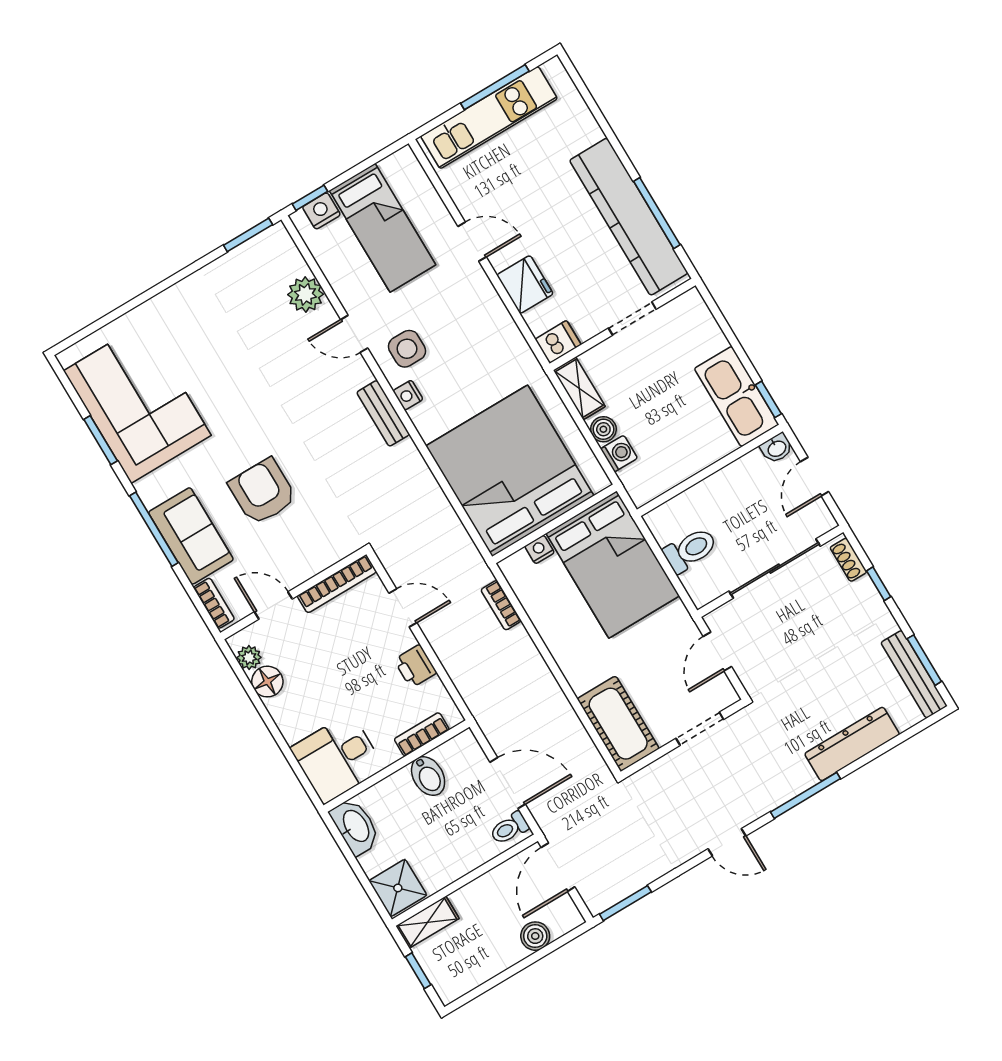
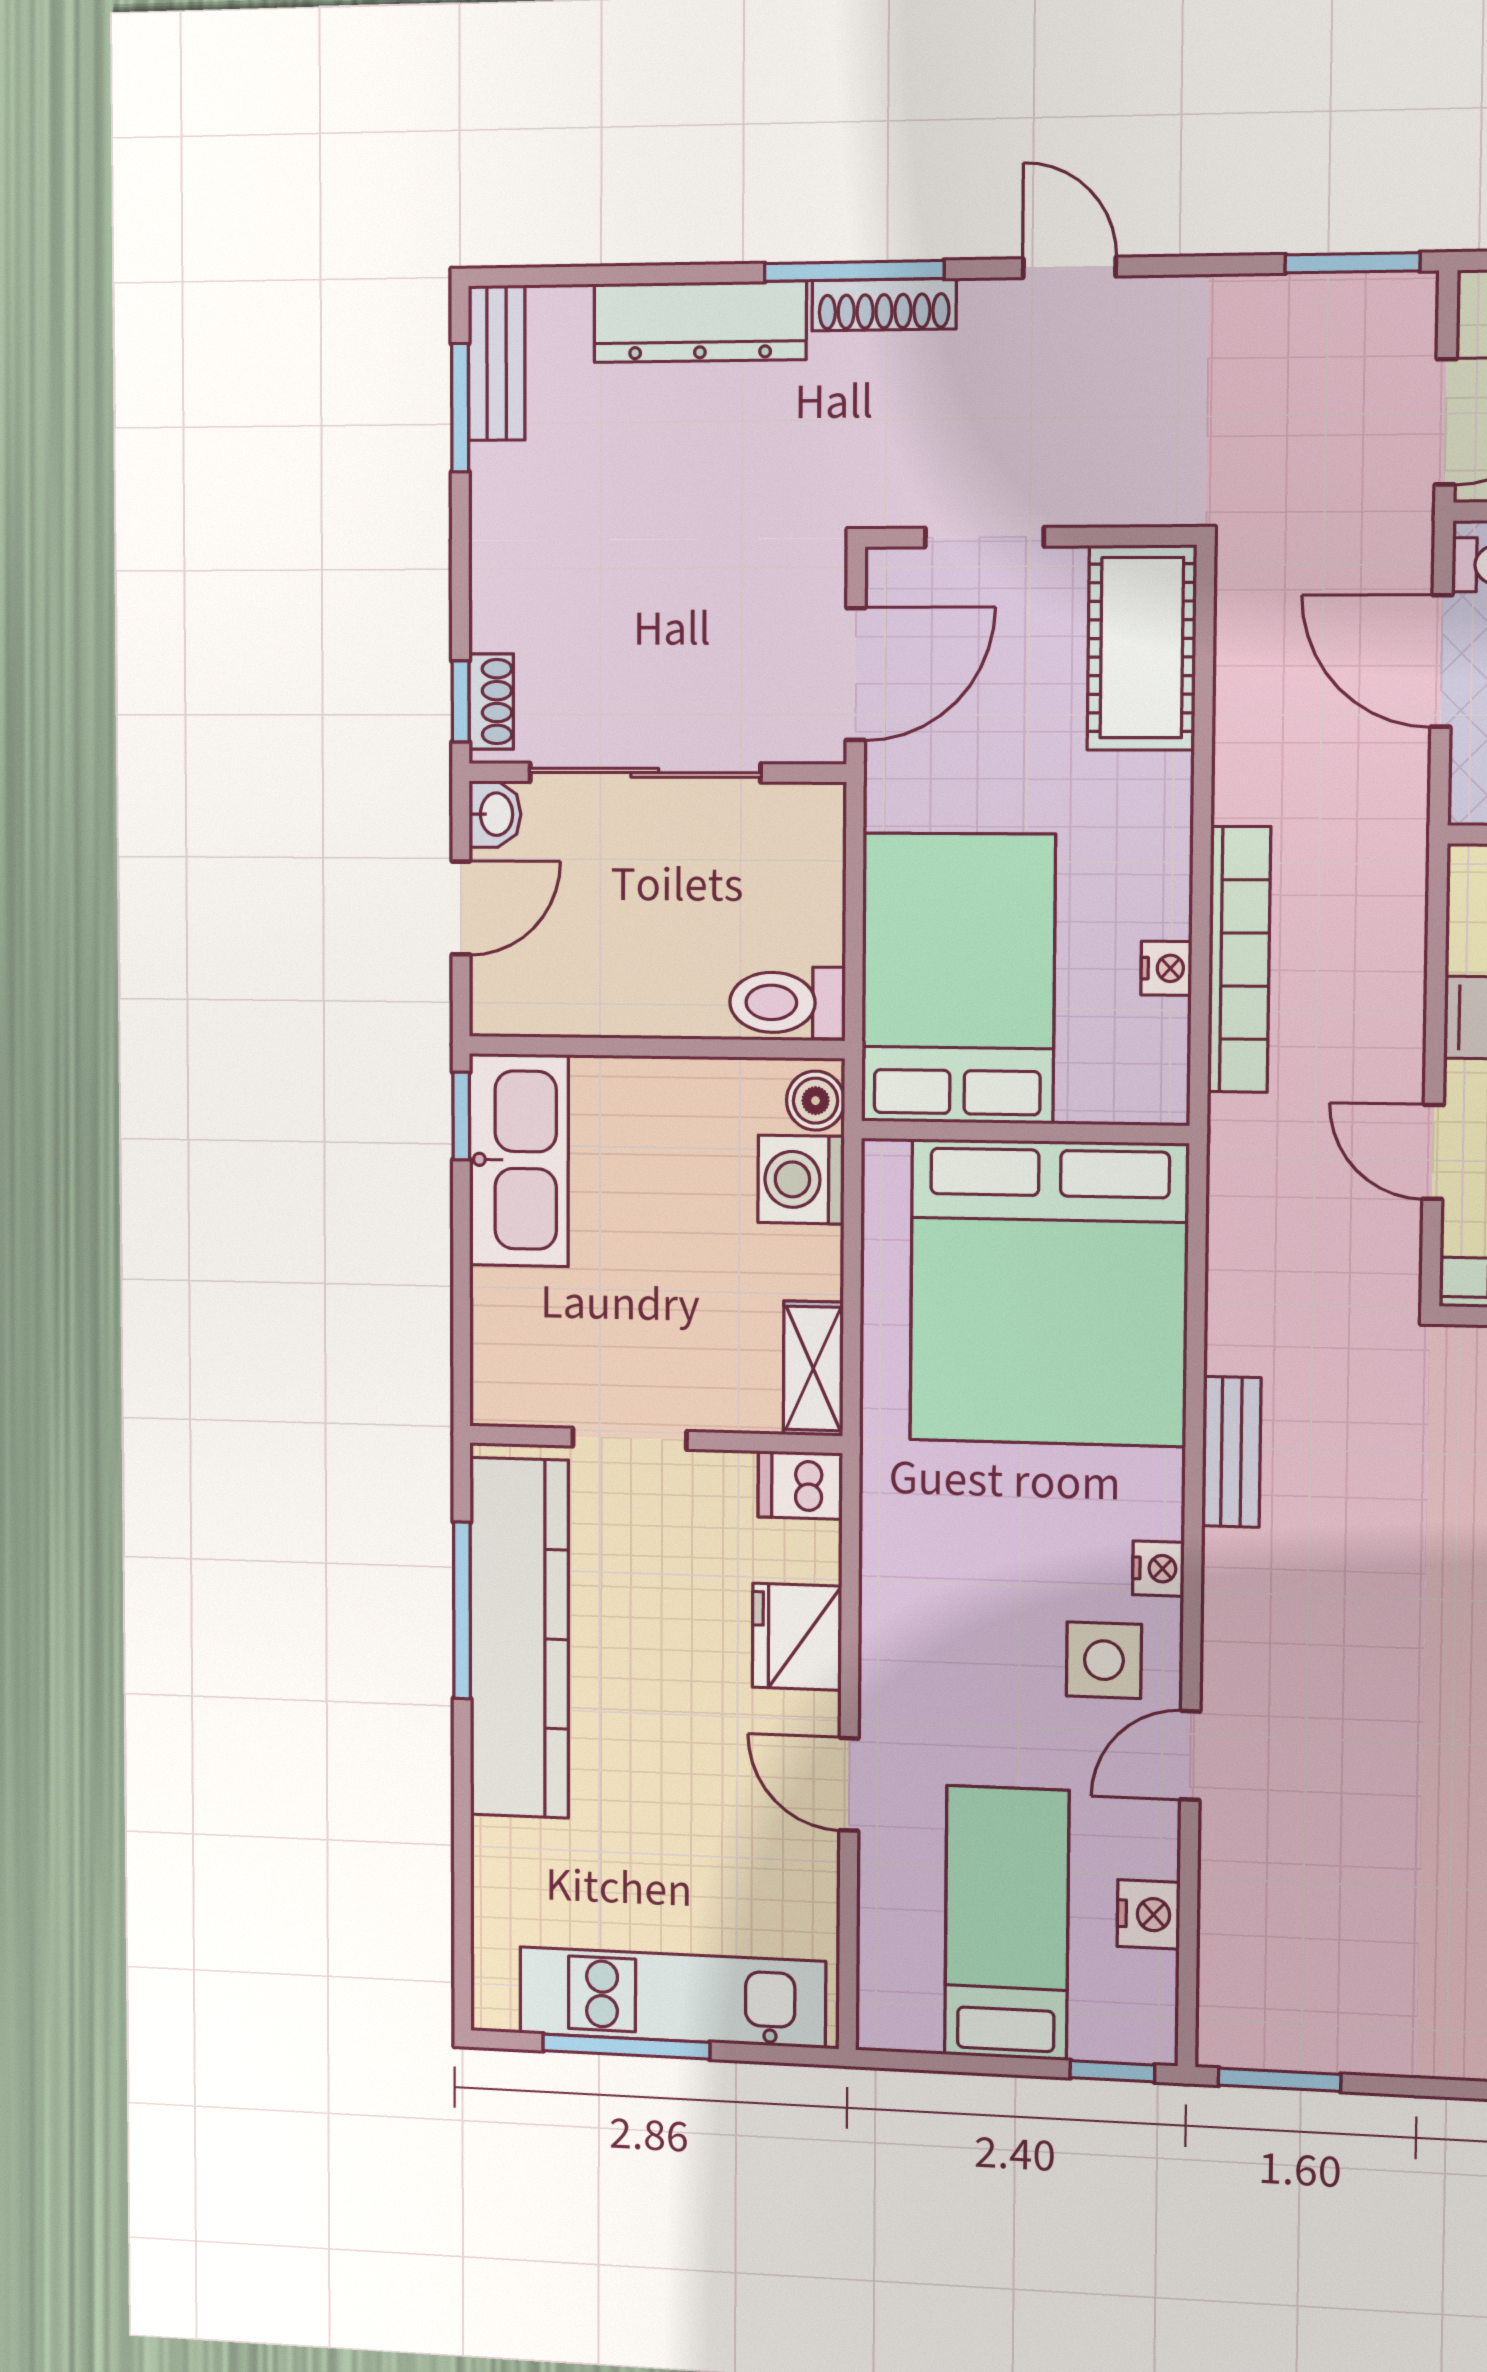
nightstand: (321, 211) -> (1149, 1914), moved, turned -90
plant: (305, 294) -> (1239, 1893), removed
door: (354, 334) -> (1190, 1755), swing flipped
bench: (383, 413) -> (1231, 1452), moved
boiler: (603, 429) -> (816, 1101), moved
washbasin: (777, 448) -> (495, 814), moved, turned 90
washing machine: (619, 453) -> (801, 1180), width x1.38, depth x1.38
nightstand: (540, 549) -> (1166, 968), moved, turned -90
toilet: (690, 550) -> (787, 1003), moved
window: (879, 584) -> (461, 701), moved
bookcase: (501, 605) -> (1239, 960), width x2.31, depth x1.31
door: (717, 652) -> (856, 674), width x1.37
bench: (914, 674) -> (497, 363), width x0.73
shoe rack: (787, 790) -> (884, 305), added

